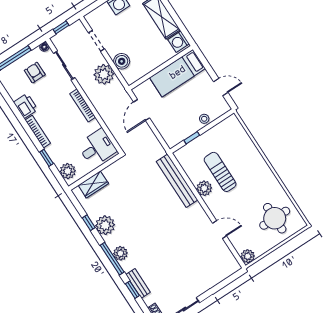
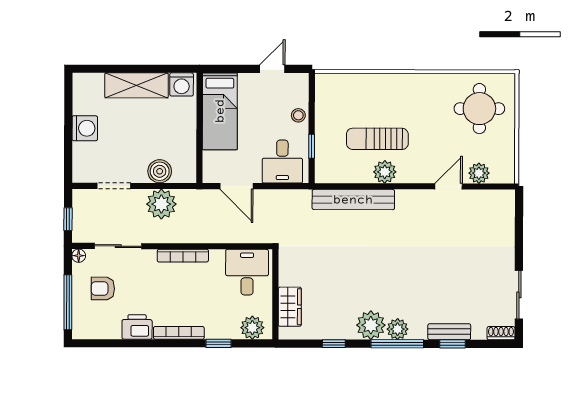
desk: (172, 127) -> (282, 162), added
plant: (105, 225) -> (371, 325), moved
plant: (248, 256) -> (479, 173), moved

